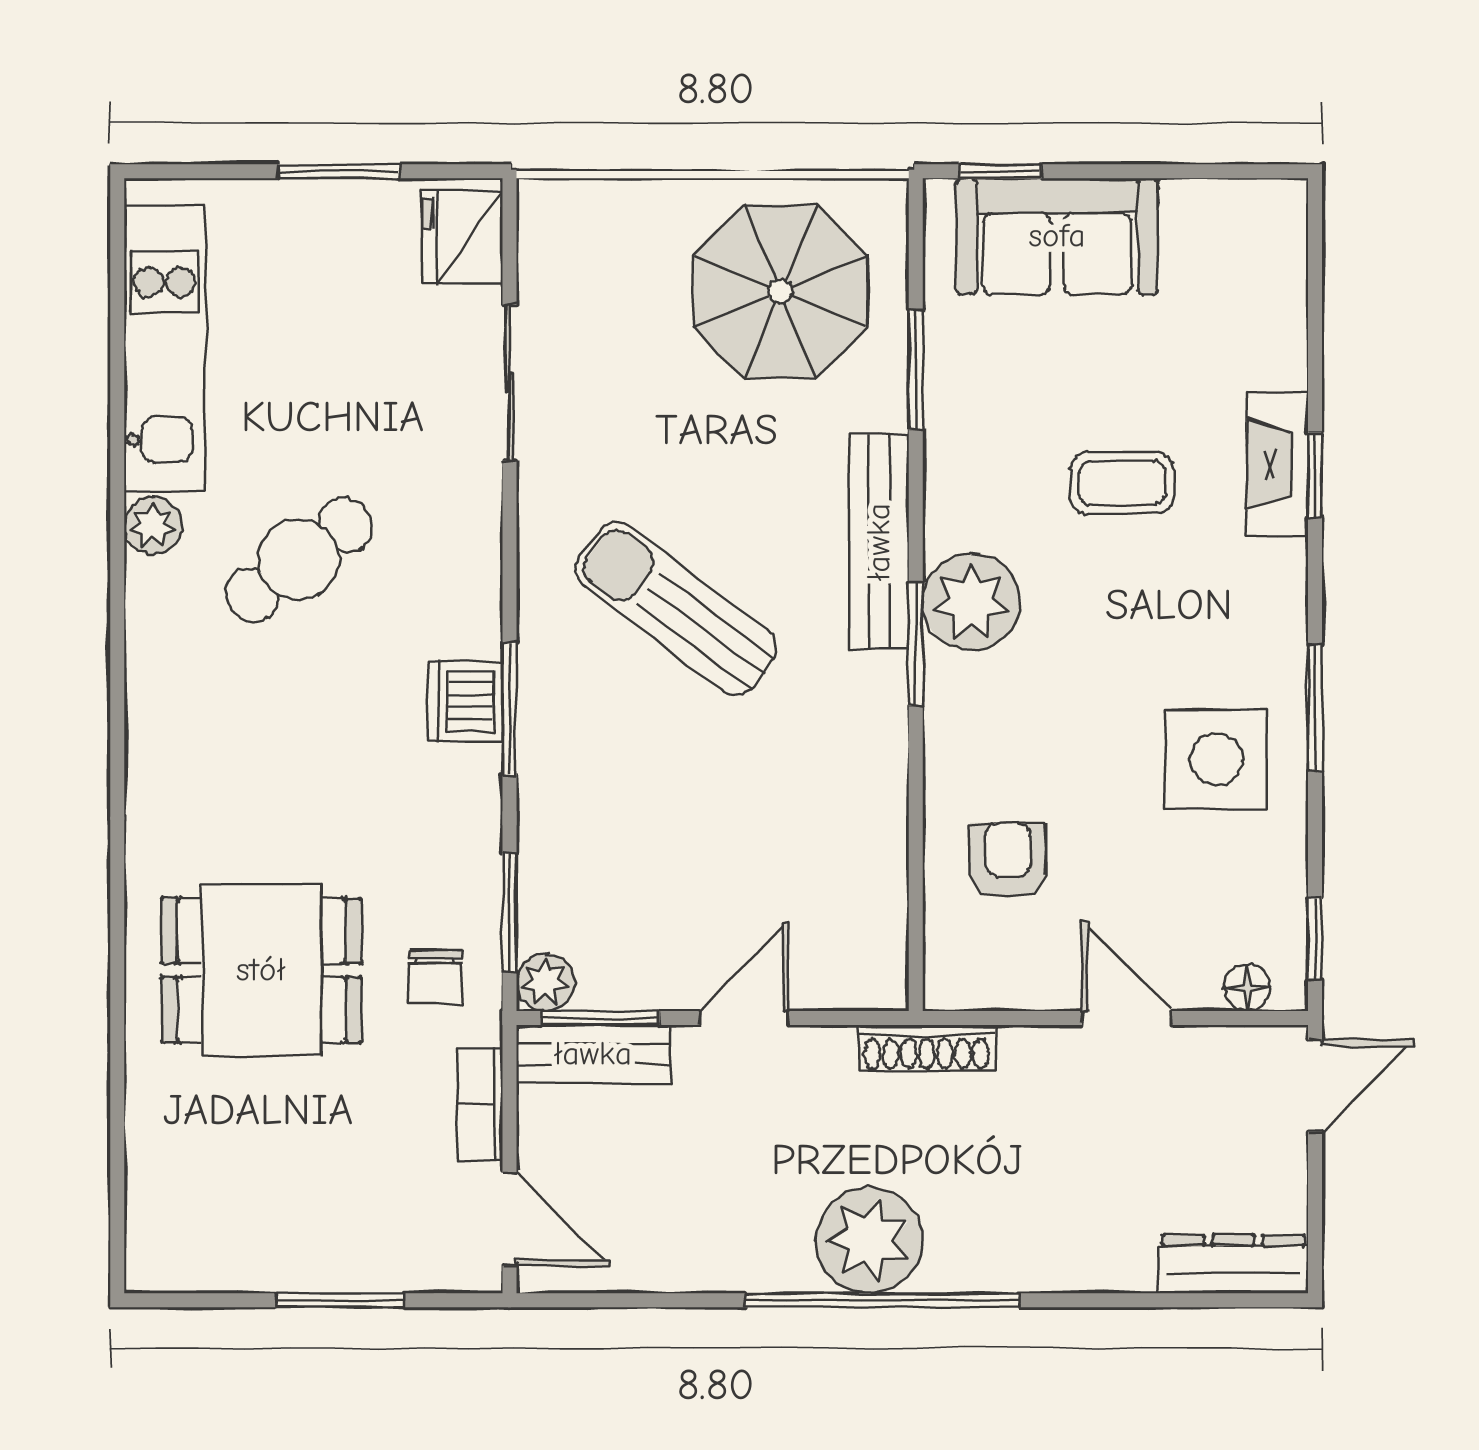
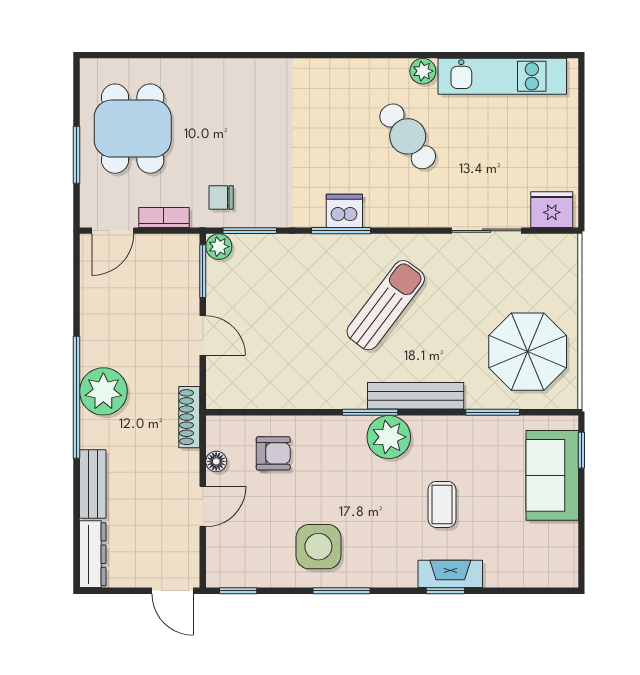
window: (339, 171) -> (581, 154), removed
dining table: (261, 970) -> (133, 129), moved
floor lamp: (1247, 988) -> (216, 461), moved
bench: (593, 1054) -> (93, 484), moved

